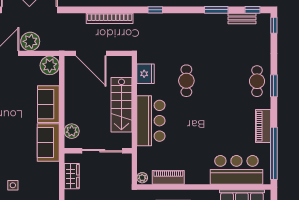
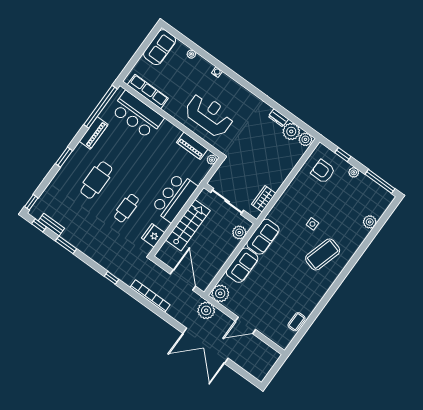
plant: (30, 41) -> (206, 310), moved
cafe table: (257, 81) -> (96, 180), moved, width x1.37, depth x1.35

